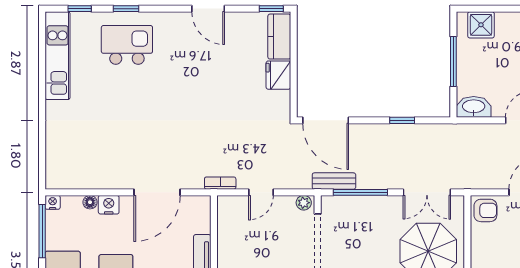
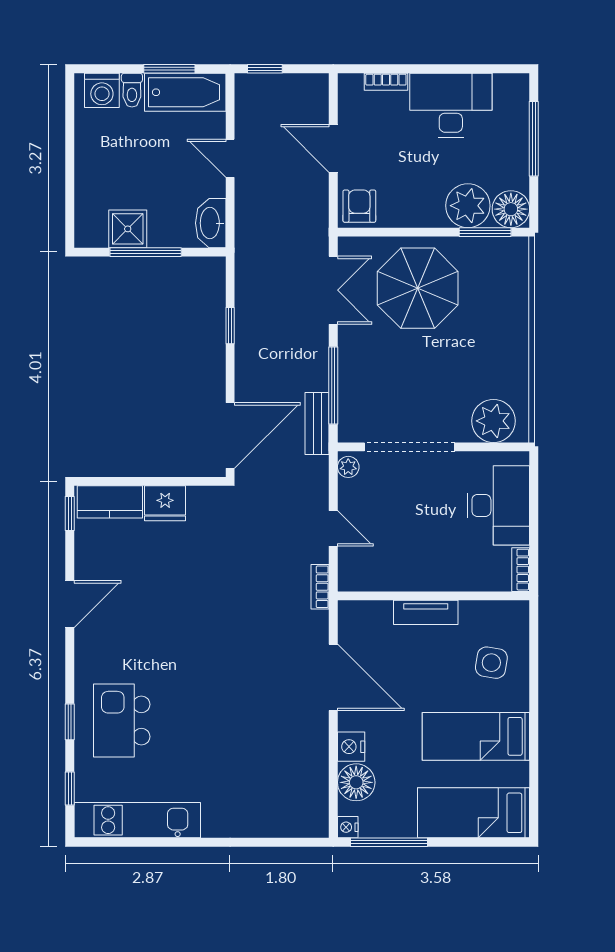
shower: (481, 25) -> (128, 229), moved
floor lamp: (90, 202) -> (356, 782), width x1.89, depth x1.89

